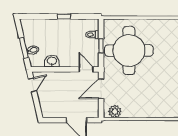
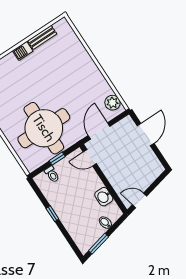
window: (24, 48) -> (99, 244), moved
door: (86, 69) -> (90, 158), hinge flipped
door: (101, 89) -> (99, 131), swing flipped

